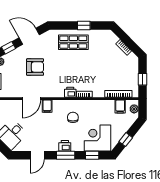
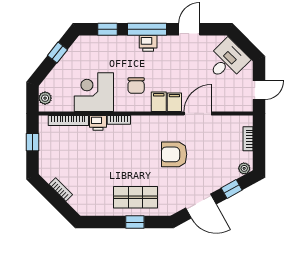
window: (84, 25) -> (135, 222), moved
armchair: (35, 67) -> (174, 154), moved
printer: (70, 92) -> (98, 123), moved
filing cabinet: (120, 106) -> (159, 102), moved
corner desk: (98, 138) -> (94, 92), moved, turned 180
window: (66, 155) -> (147, 29), width x1.44

